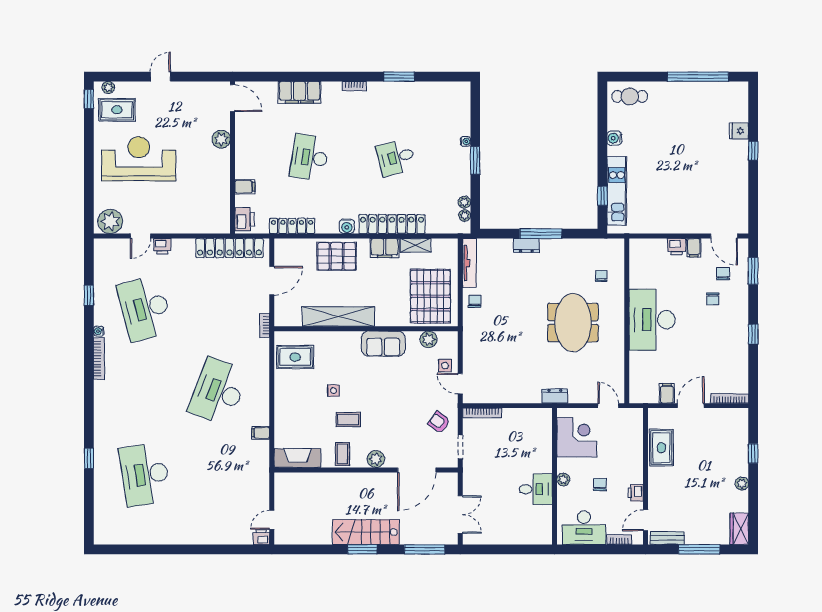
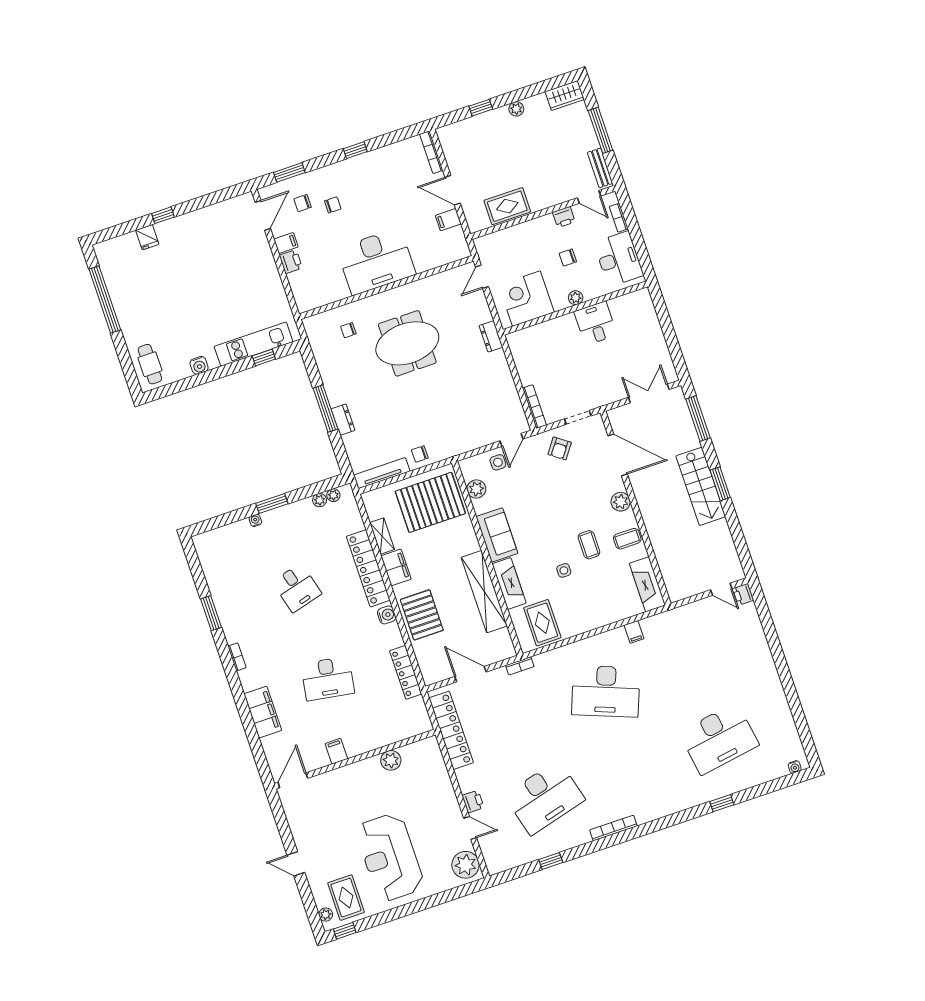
plant: (221, 139) -> (391, 760), moved
filing cabinet: (245, 187) -> (336, 751), moved
printer: (244, 219) -> (416, 725), removed
water cooler: (99, 331) -> (795, 767), moved
fireplace: (338, 340) -> (509, 583), added

